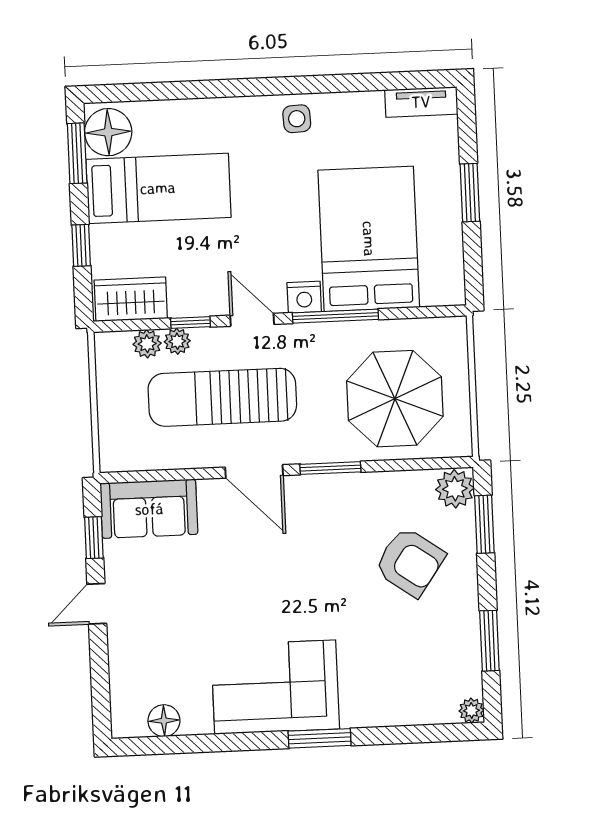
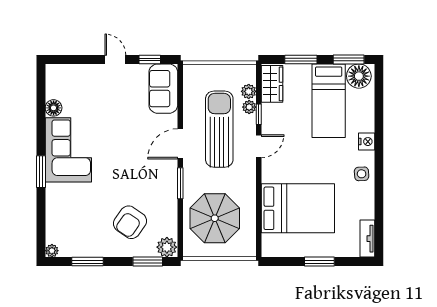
window: (81, 245) -> (301, 60), width x1.50
nightstand: (304, 297) -> (367, 142), moved, turned 180
window: (335, 316) -> (259, 189), removed
floor lamp: (164, 721) -> (54, 108), moved

